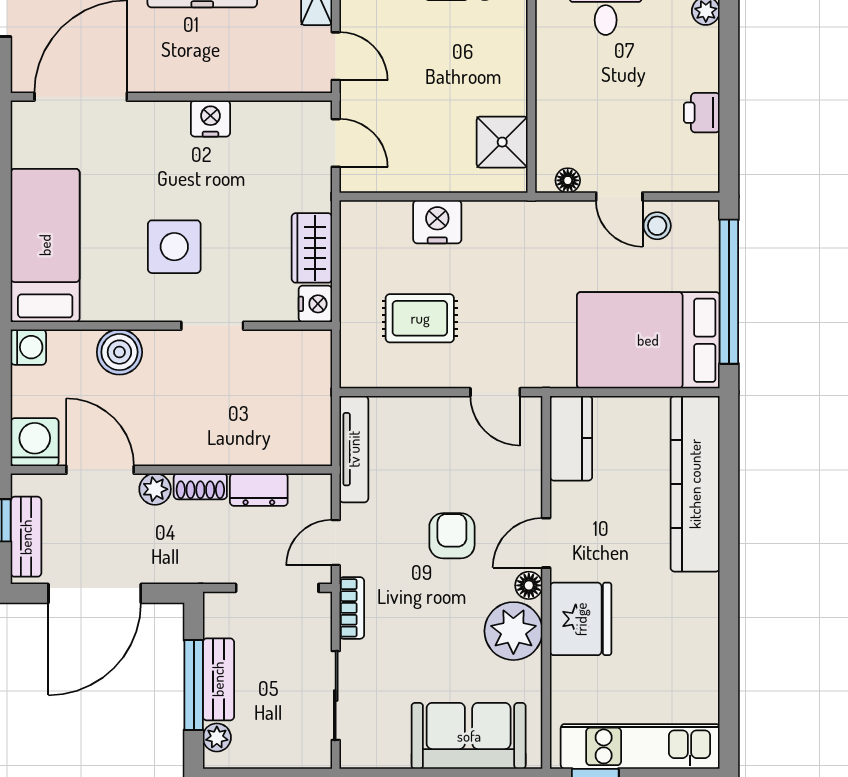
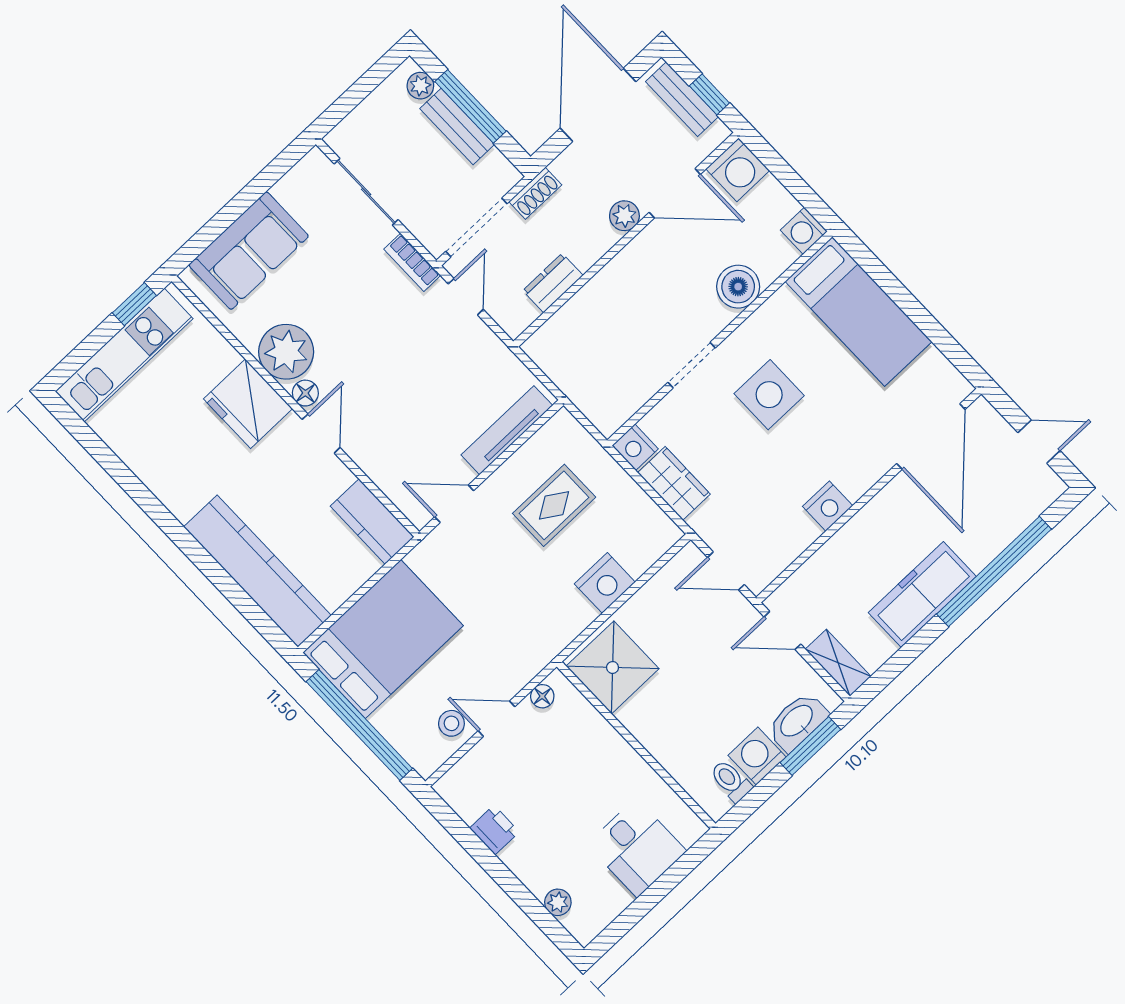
shower: (502, 142) -> (613, 667), width x1.36, depth x1.36
tv unit: (354, 449) -> (507, 430), moved, turned 90
shoe rack: (200, 486) -> (535, 193), moved, turned 180
armchair: (452, 536) -> (390, 377), removed

